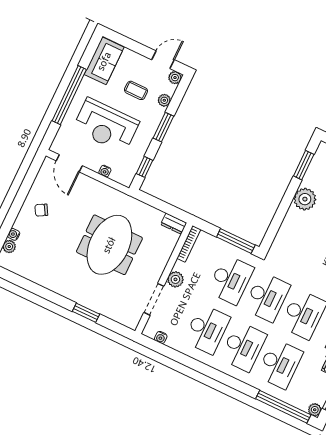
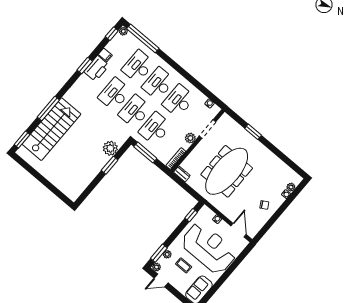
window: (69, 95) -> (227, 274), removed
reception desk: (106, 125) -> (209, 248), width x1.36, depth x1.30
window: (163, 127) -> (159, 253), moved
window: (304, 165) -> (110, 165), moved
plant: (305, 199) -> (110, 148), moved
meeting table: (109, 245) -> (227, 171), width x1.36

